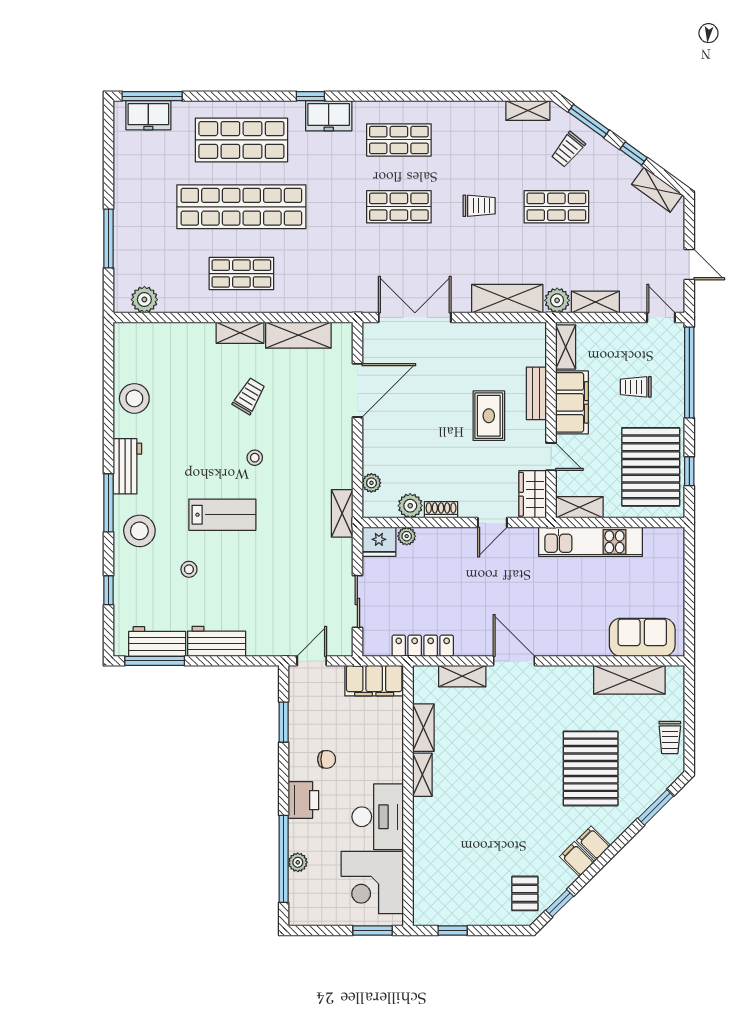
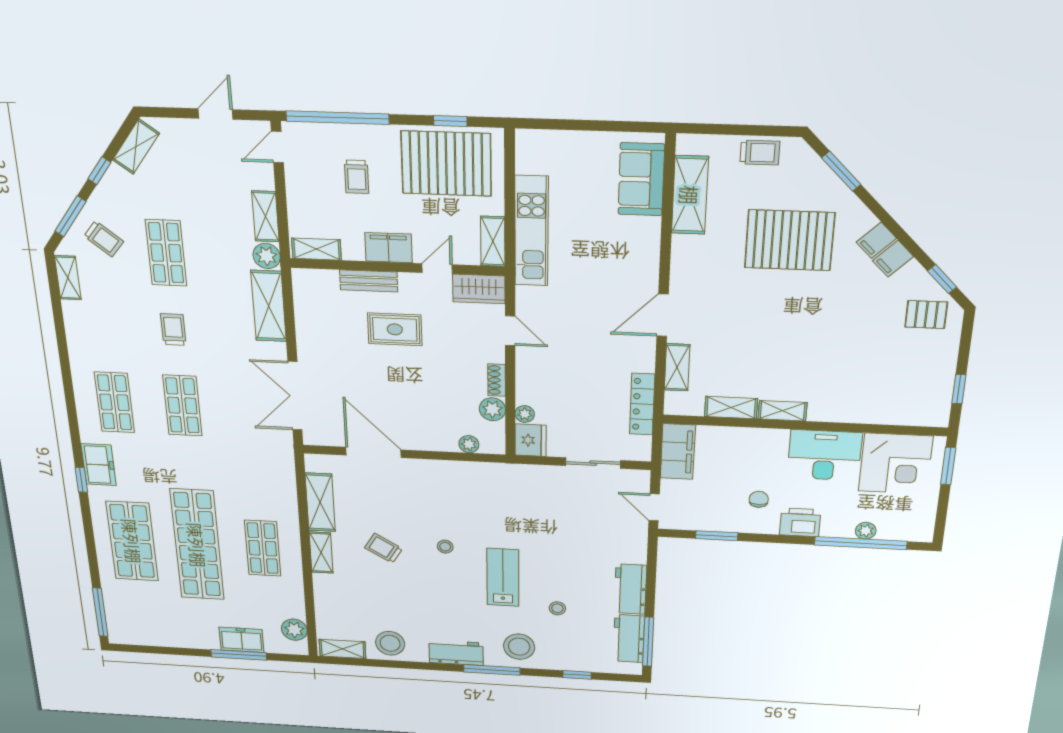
freezer: (148, 115) -> (241, 640), moved, turned -90
filing cabinet: (572, 402) -> (389, 248), width x0.67, depth x0.86
shelving: (342, 513) -> (342, 649), moved

